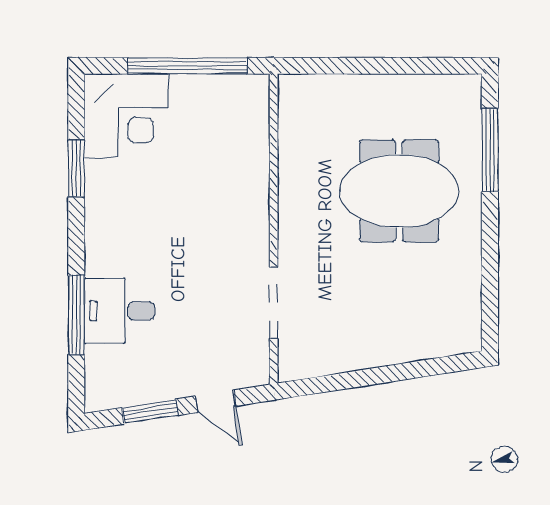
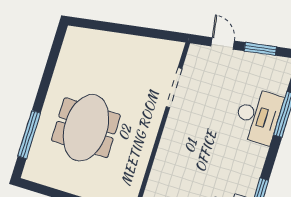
meeting table: (399, 191) -> (86, 128), turned 90
desk: (119, 311) -> (258, 116), width x1.37

